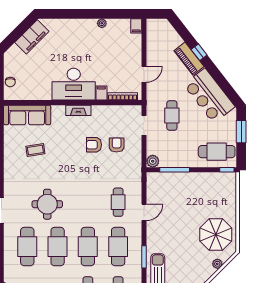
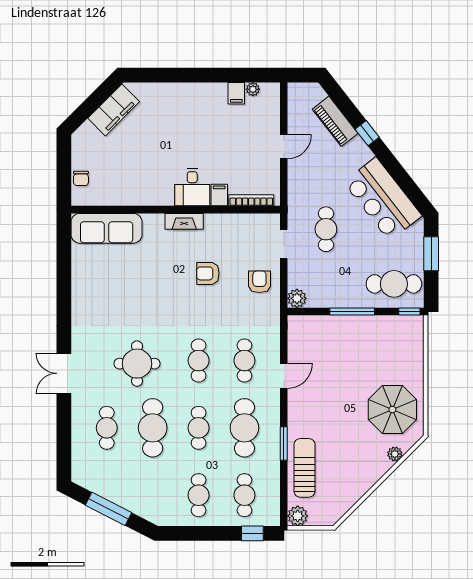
plant: (102, 23) -> (253, 89), moved
filing cabinet: (136, 26) -> (236, 93), moved
piano: (189, 59) -> (335, 121), moved
door: (144, 74) -> (284, 147), moved
desk: (74, 84) -> (192, 187), width x0.53, depth x0.77
armchair: (117, 145) -> (259, 282), moved
coffee table: (35, 150) -> (119, 281), removed
window: (175, 170) -> (352, 311), moved
cafe table: (88, 202) -> (199, 361), added
cafe table: (27, 247) -> (107, 428), width x0.73, depth x0.74
cafe table: (88, 247) -> (199, 428), width x0.73, depth x0.74

